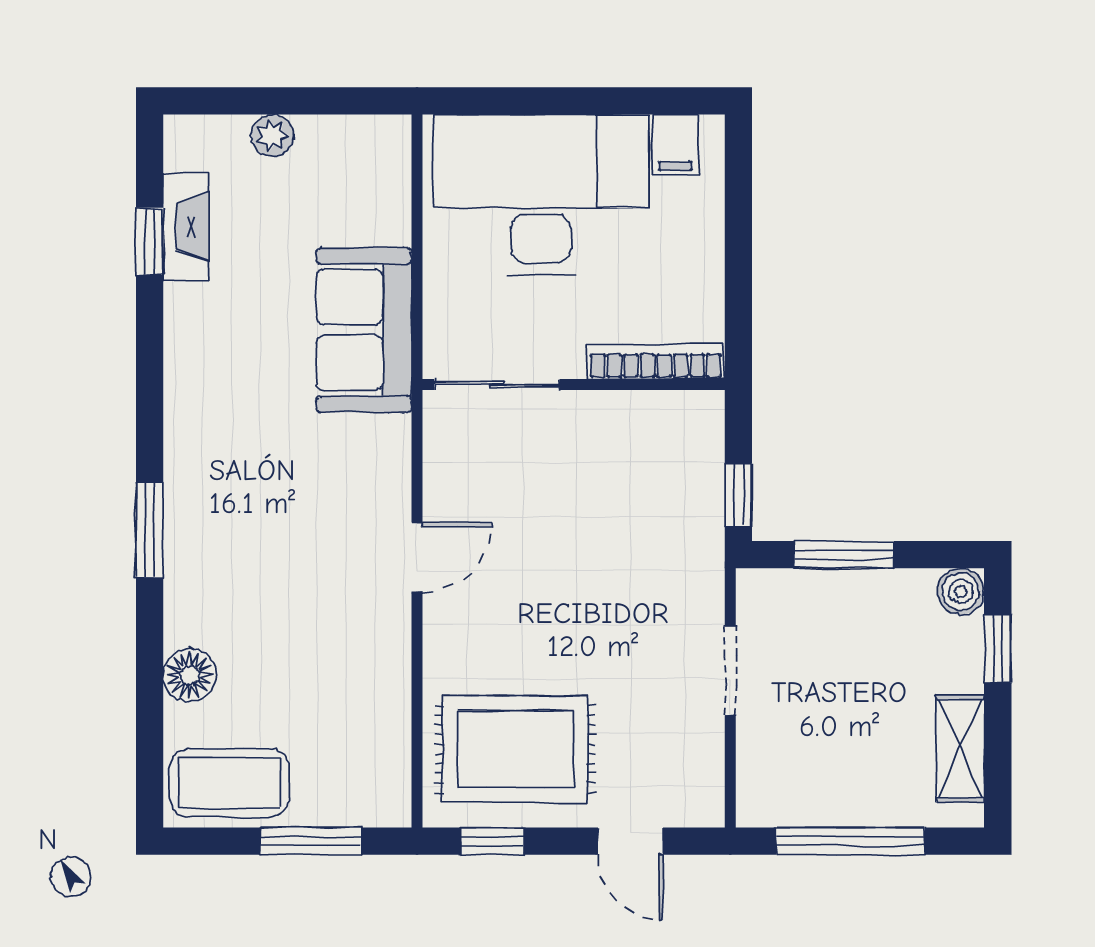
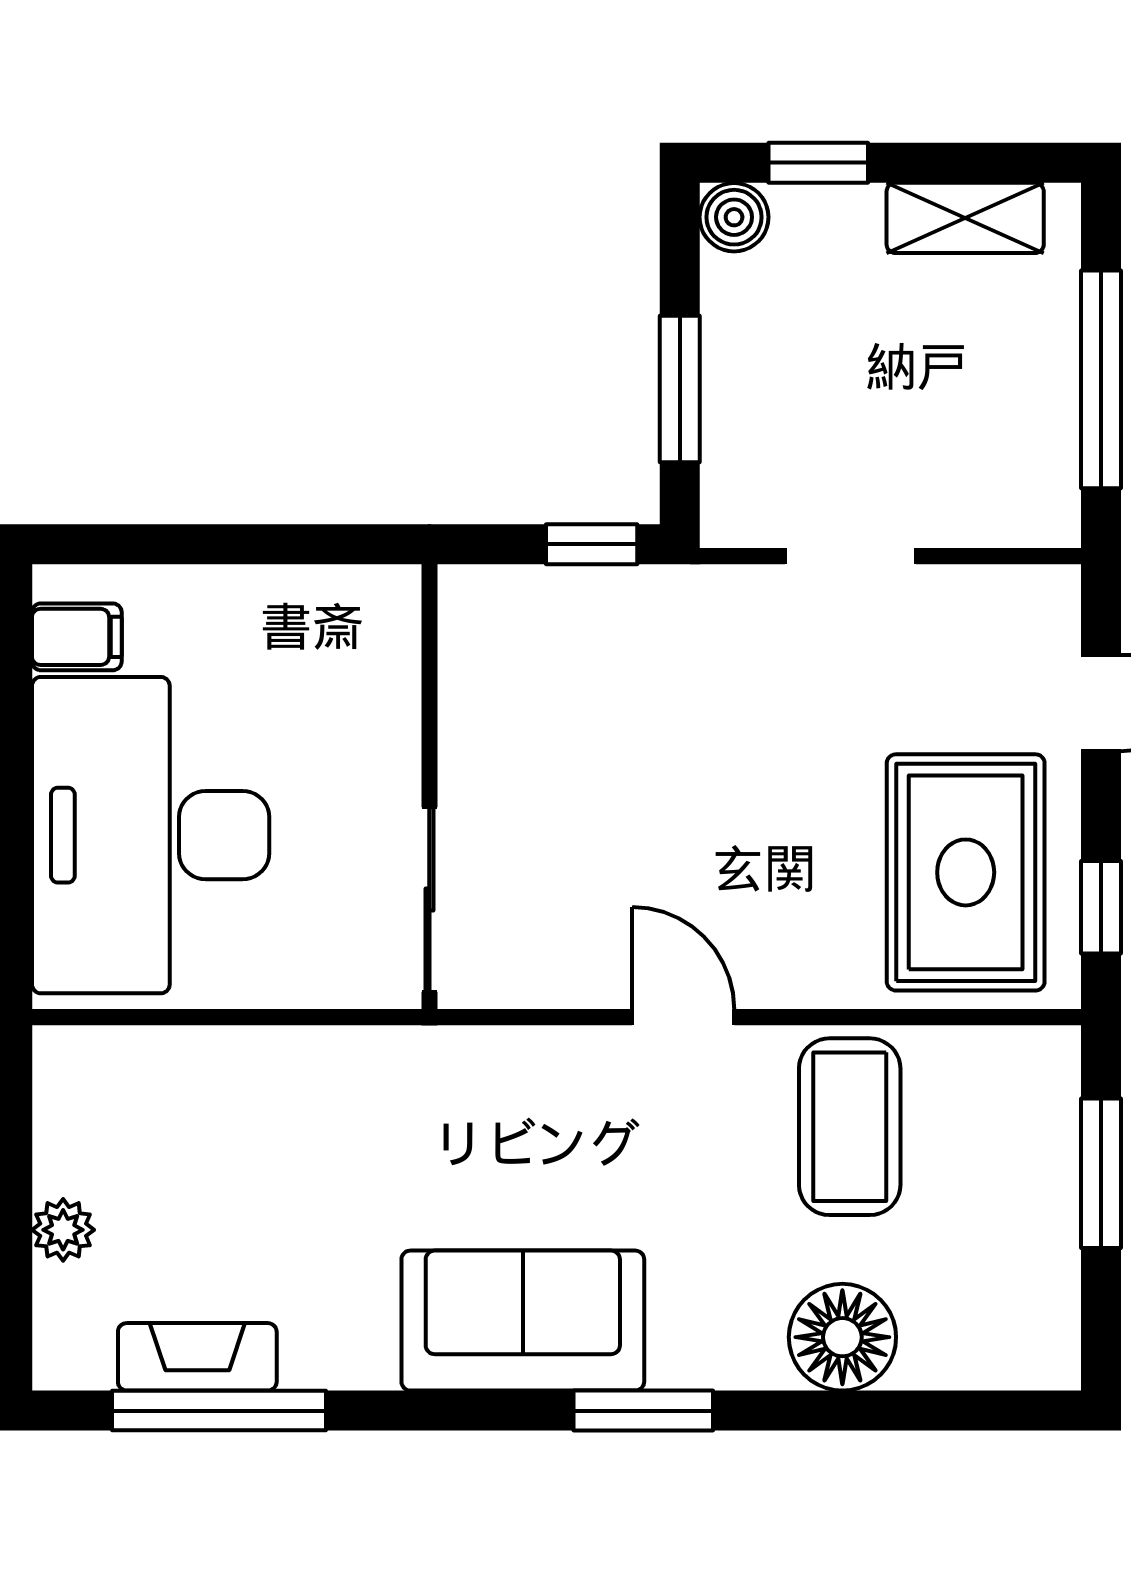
window: (150, 241) -> (219, 1411), width x2.17
sofa: (364, 330) -> (523, 1321), moved, turned 180
bookcase: (656, 361) -> (395, 666), removed
floor lamp: (189, 675) -> (842, 1337), width x1.38, depth x1.38
coffee table: (230, 783) -> (850, 1127), moved

